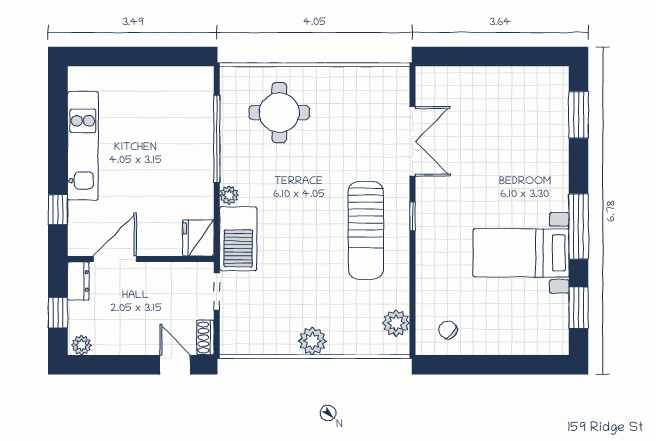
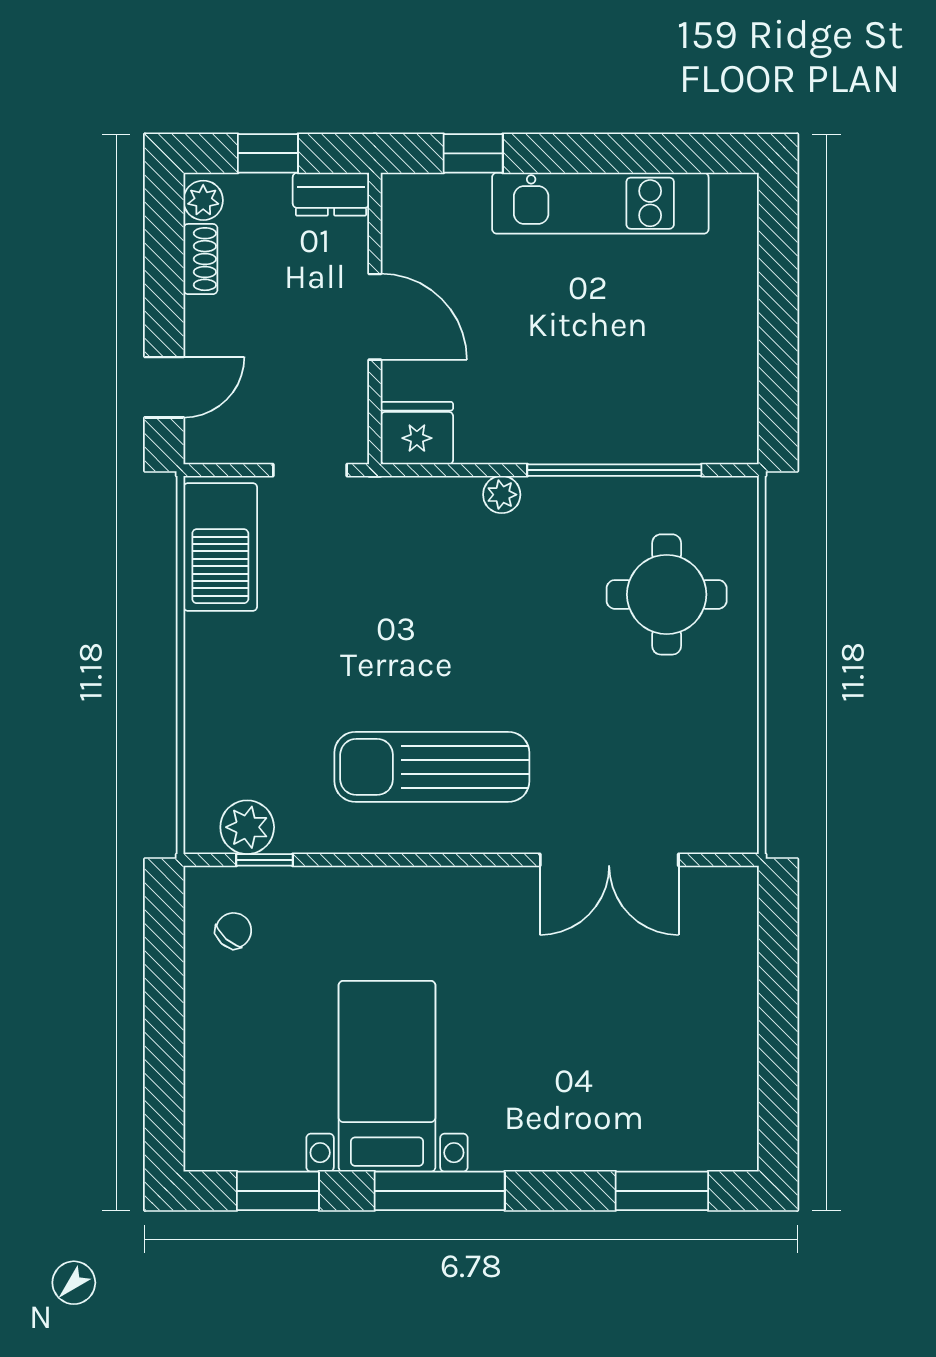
window: (412, 216) -> (264, 860), moved
barbecue: (238, 239) -> (220, 547), moved, turned -90
door: (115, 259) -> (375, 317), moved
shoe rack: (205, 337) -> (200, 259), moved, turned 90
plant: (312, 341) -> (211, 661), removed

